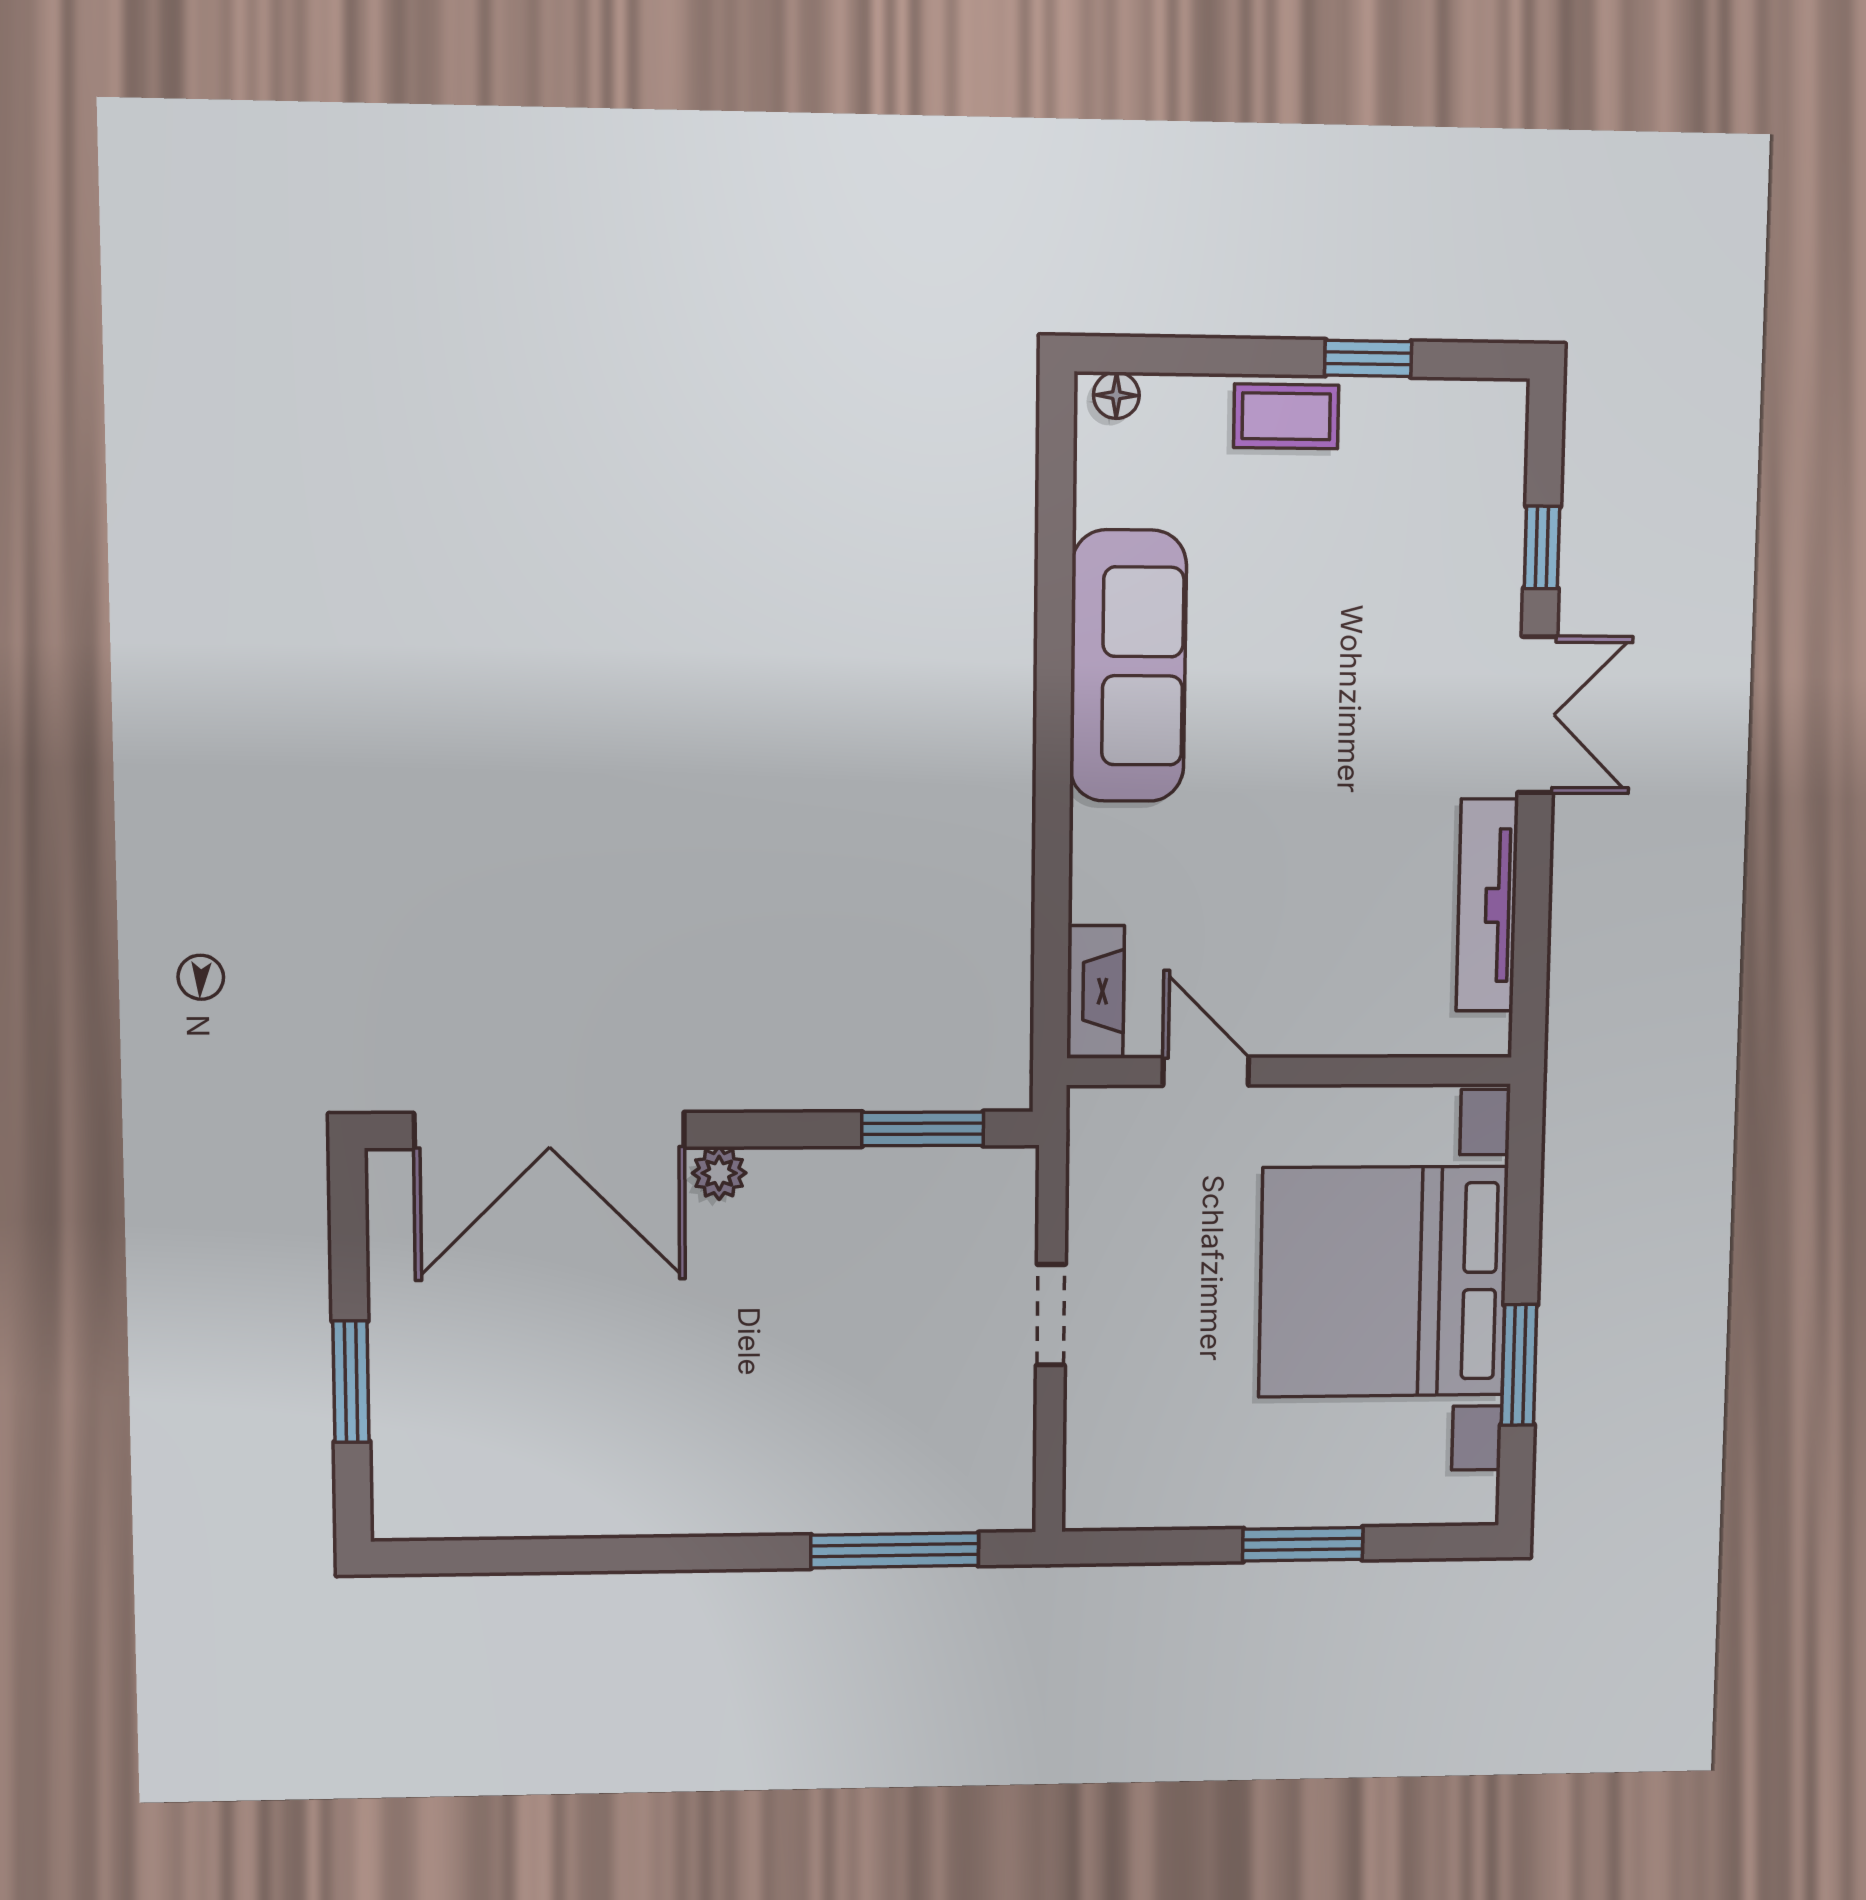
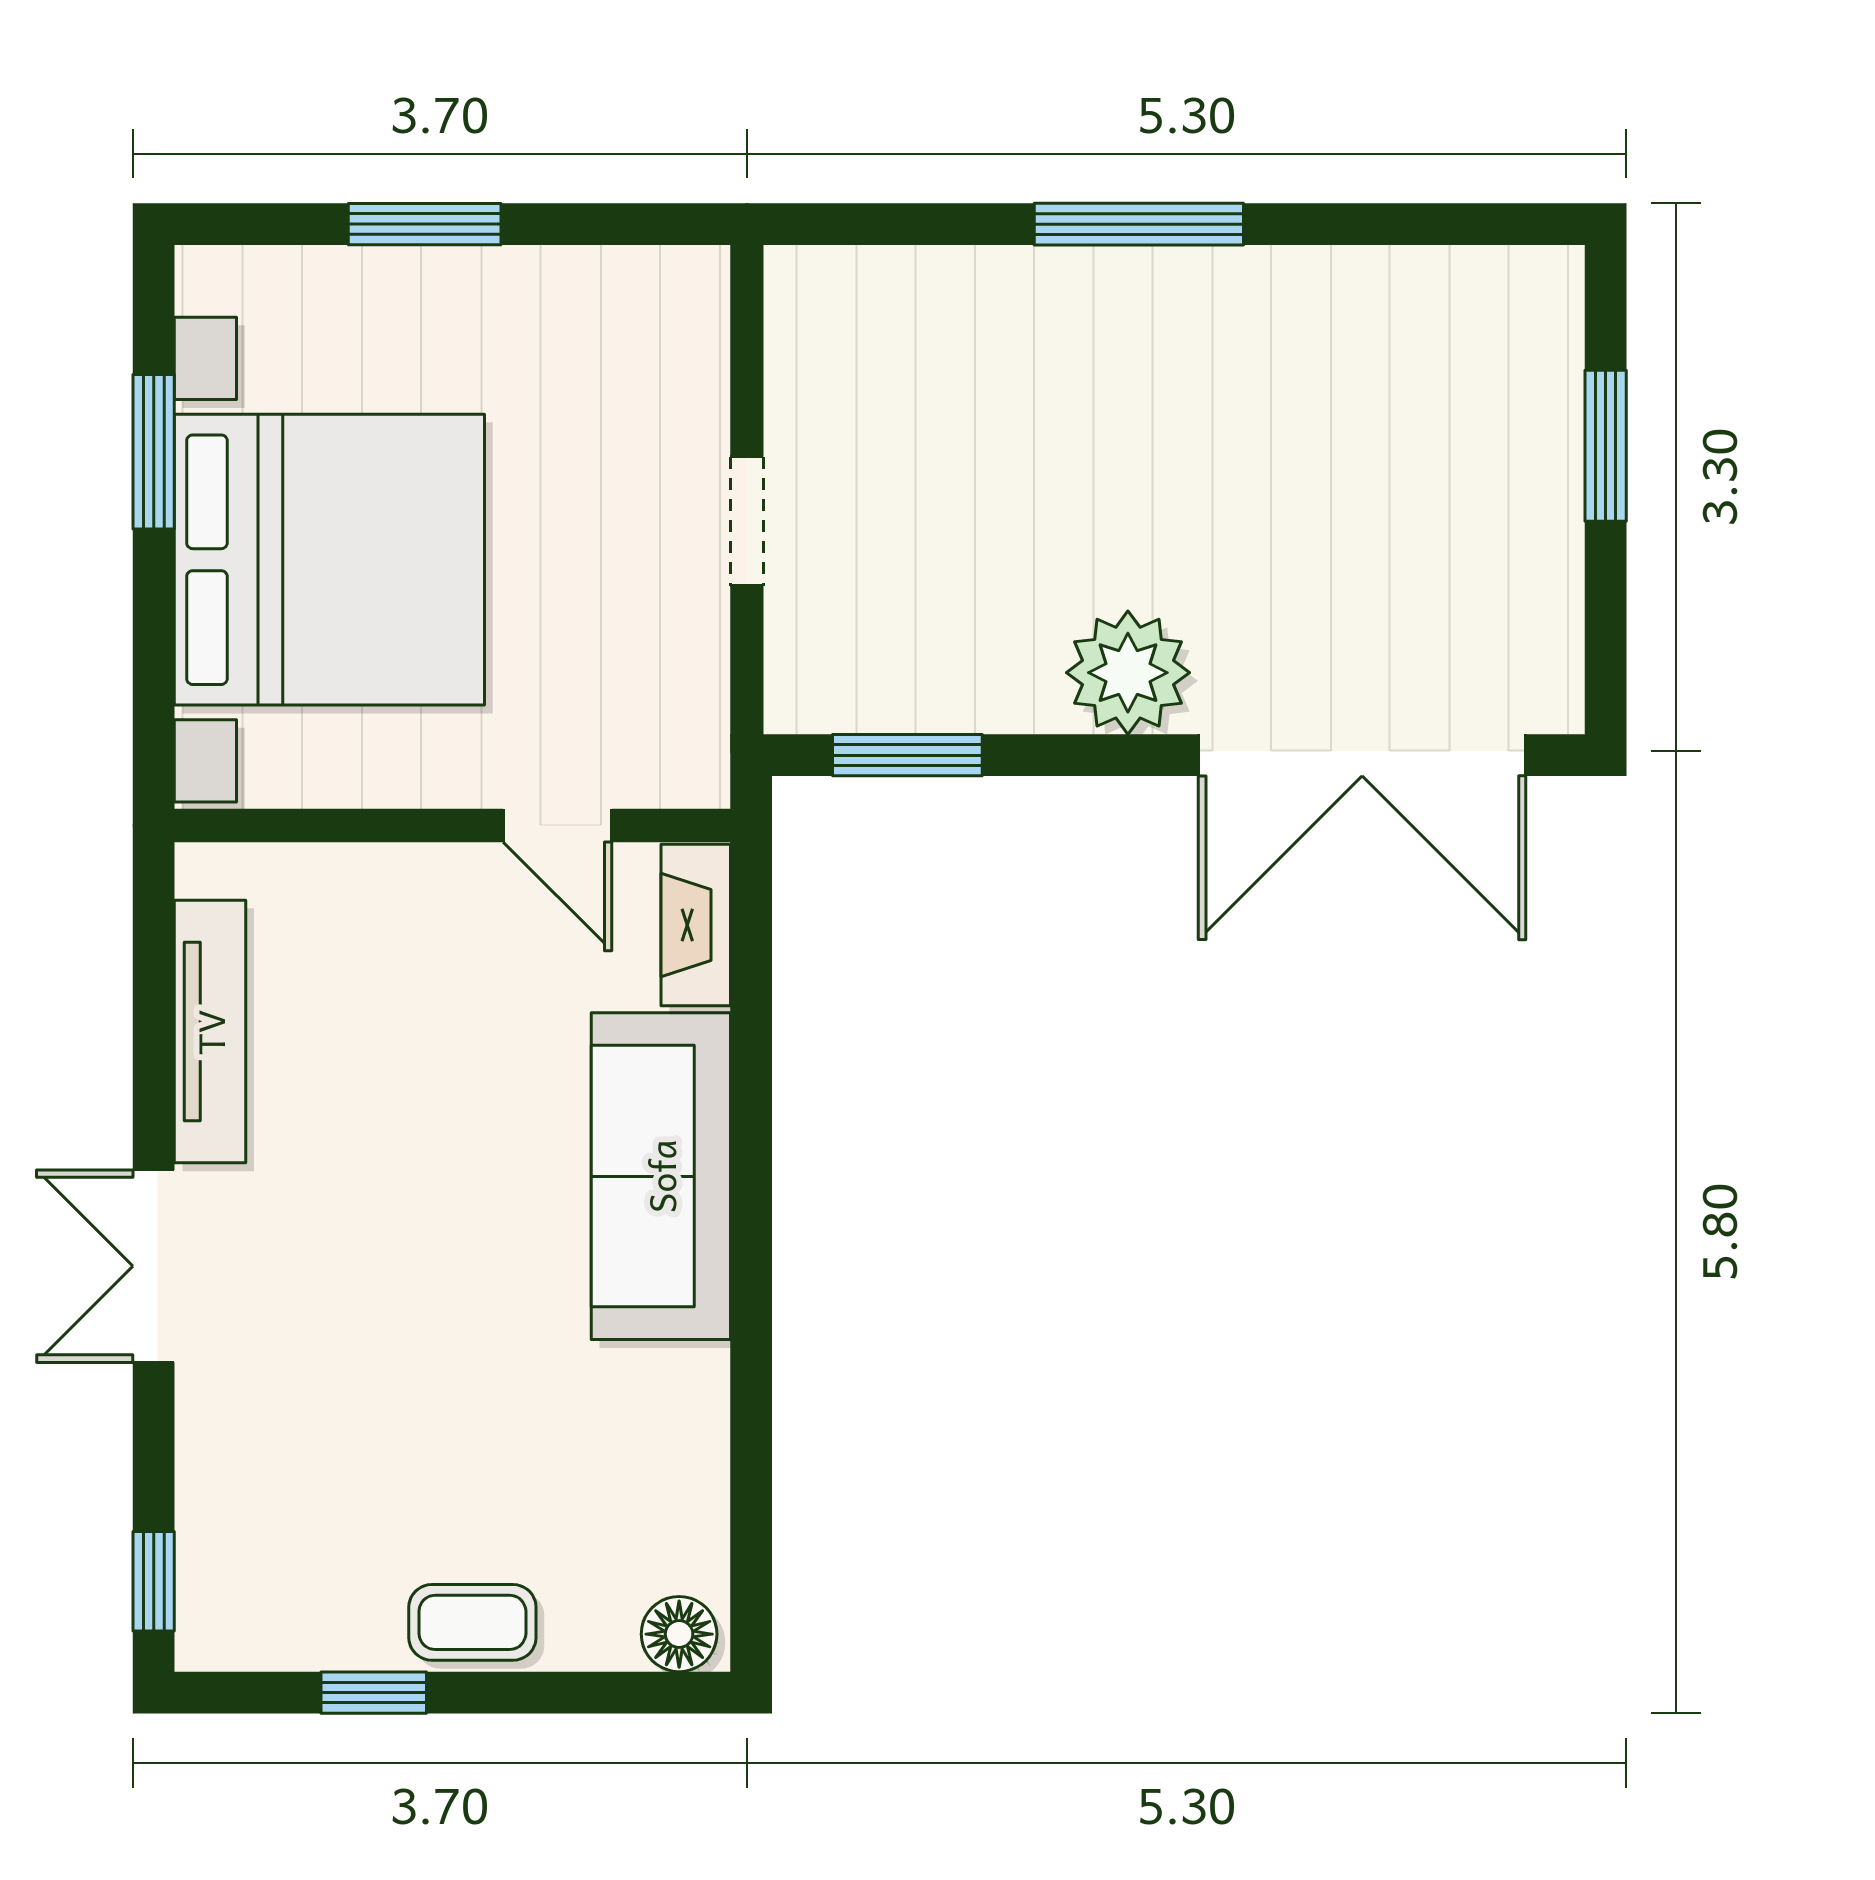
floor lamp: (1116, 395) -> (679, 1634), width x1.37, depth x1.37
window: (1542, 547) -> (154, 1581), moved
sofa: (1128, 666) -> (661, 1176), moved
double door: (550, 1130) -> (1362, 755), swing flipped
plant: (719, 1173) -> (1128, 673), width x1.88, depth x1.88
window: (895, 1550) -> (1139, 224), moved

